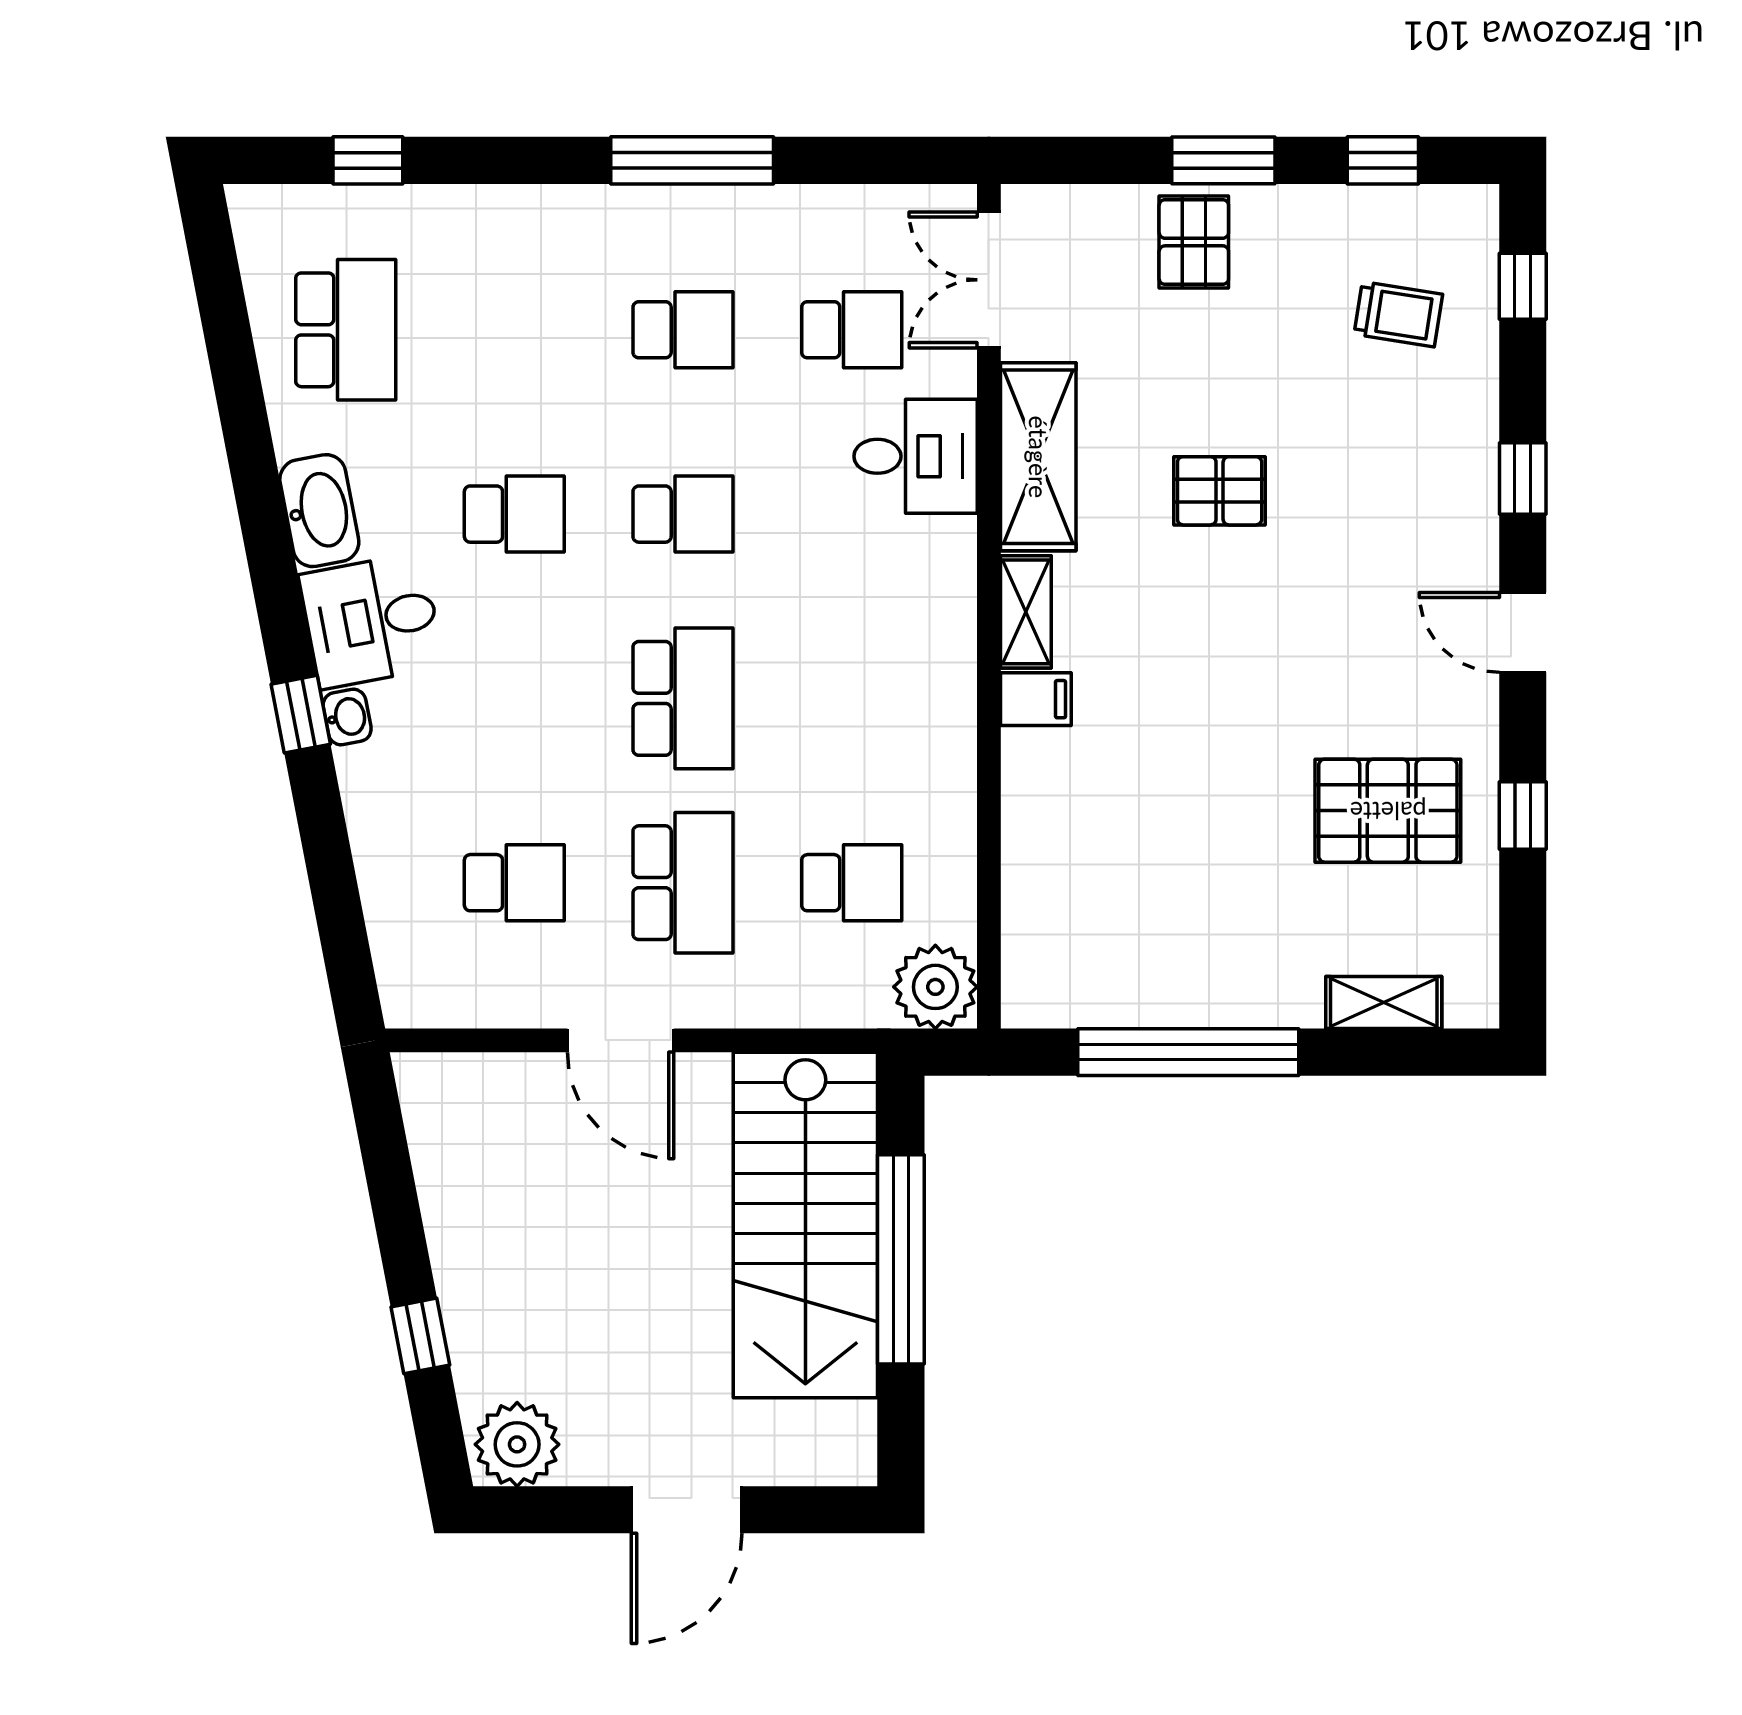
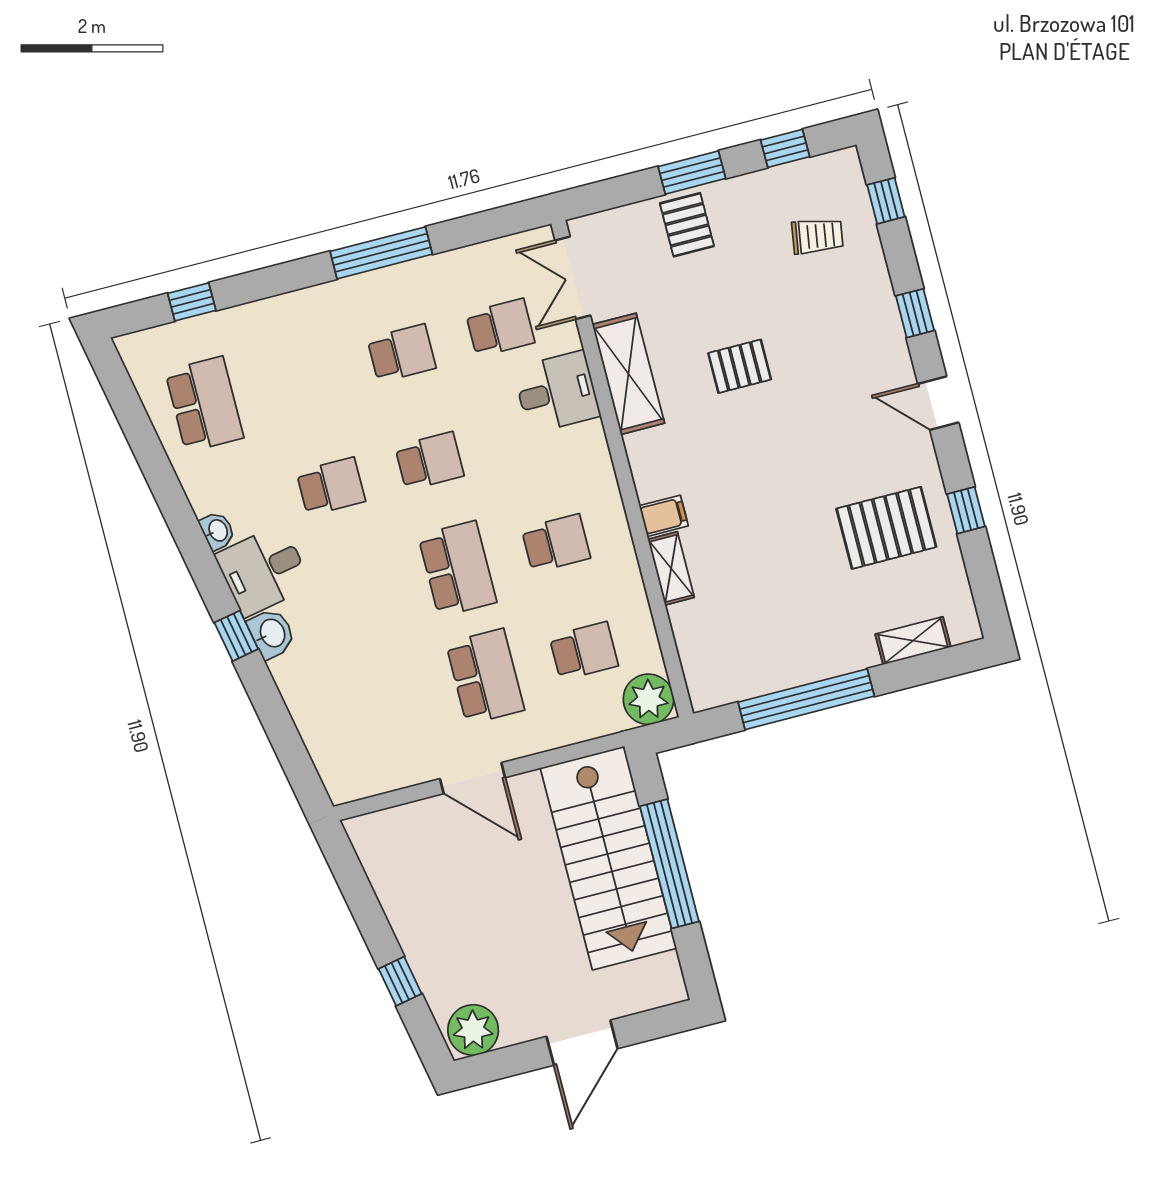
washbasin: (319, 511) -> (217, 531), width x0.52, depth x0.69
shelving: (1026, 612) -> (671, 568), moved
washbasin: (347, 717) -> (272, 634), width x1.38, depth x1.45
school desk: (514, 883) -> (556, 543), moved

